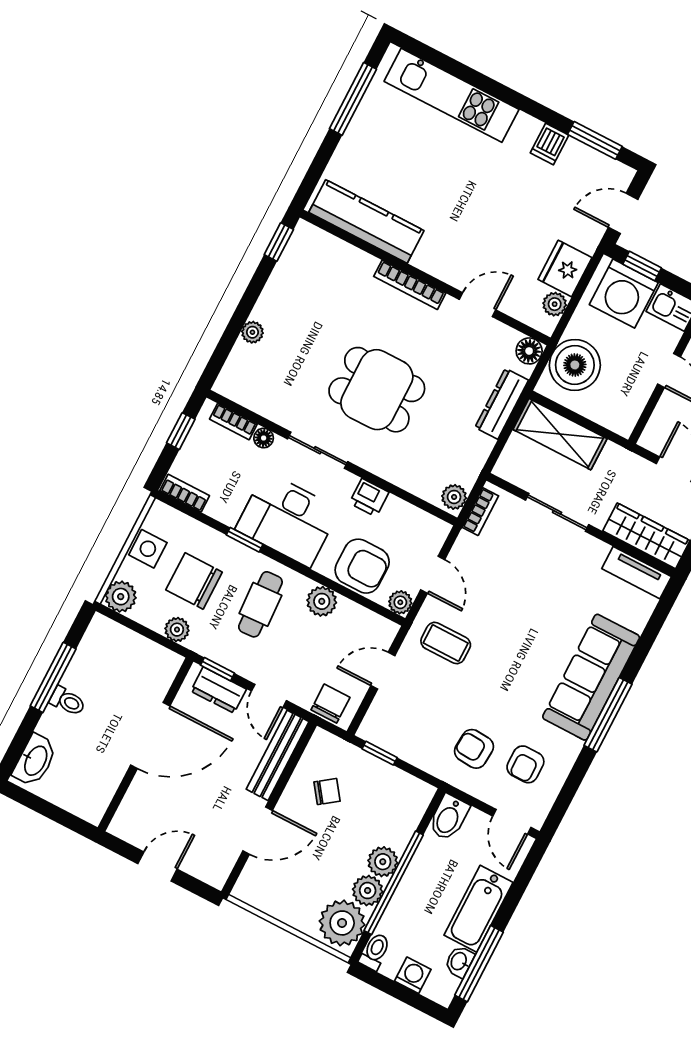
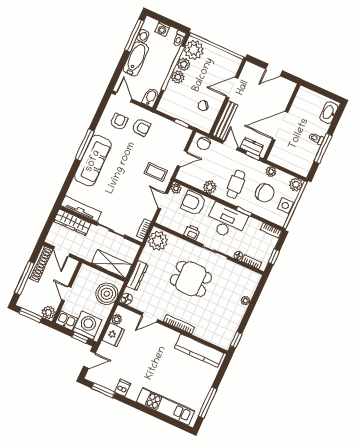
plant: (454, 497) -> (158, 241), width x1.87, depth x1.87
tv unit: (637, 573) -> (81, 209), width x1.41

